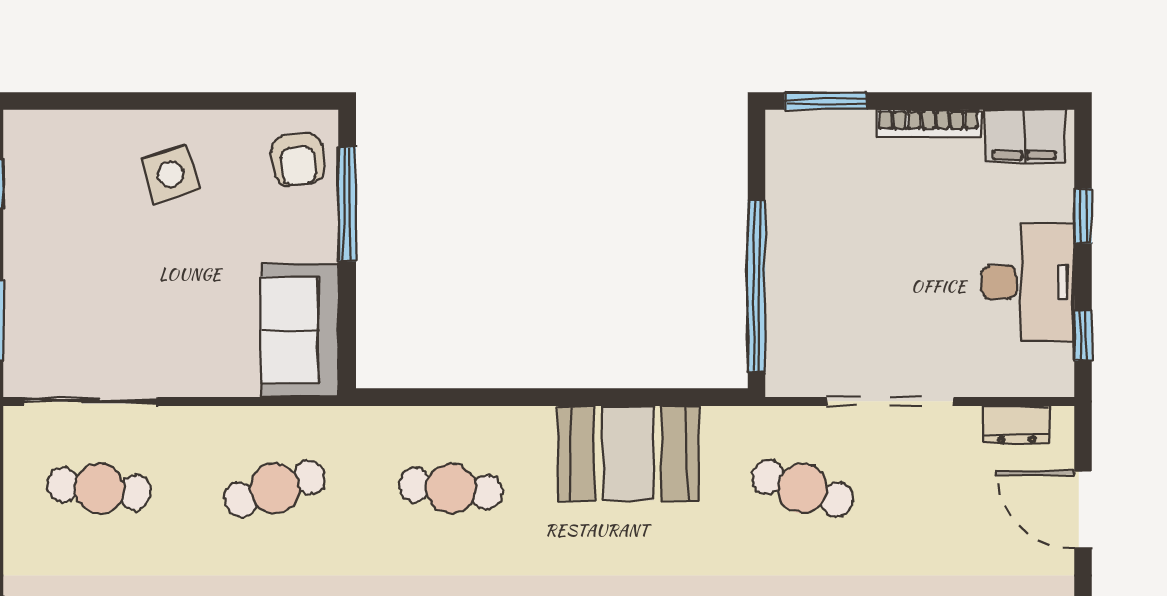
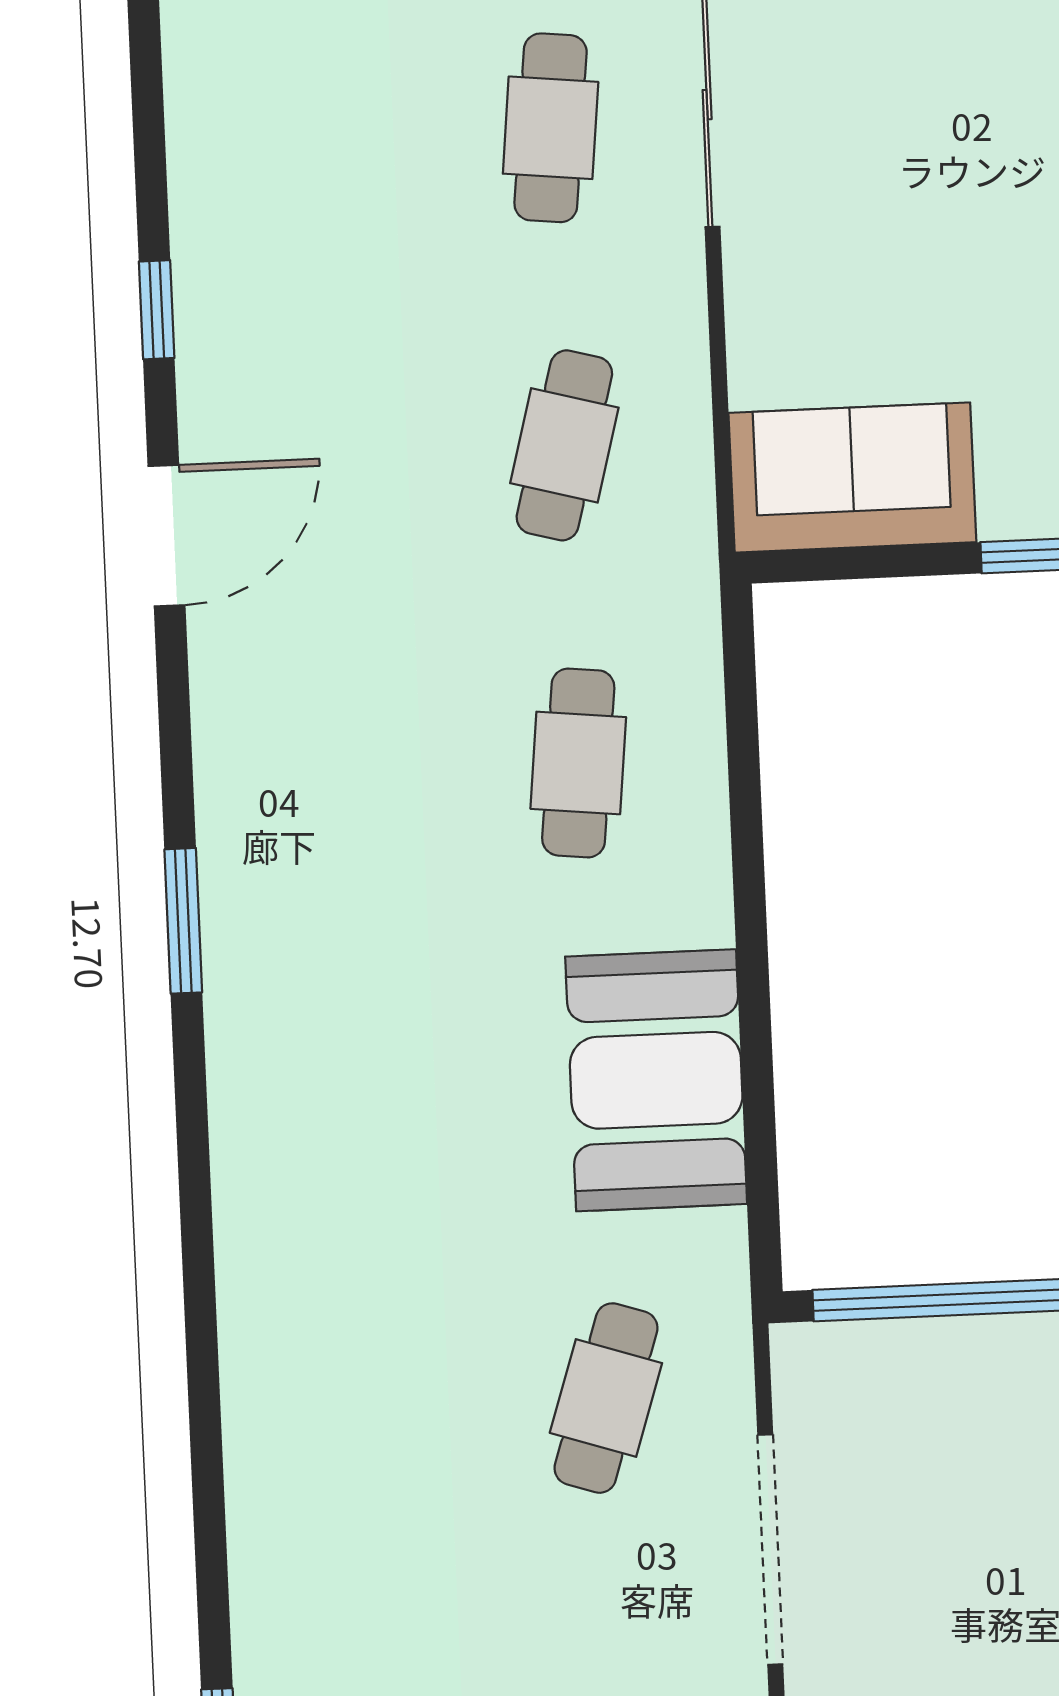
cafe table: (275, 489) -> (564, 445), turned 33

